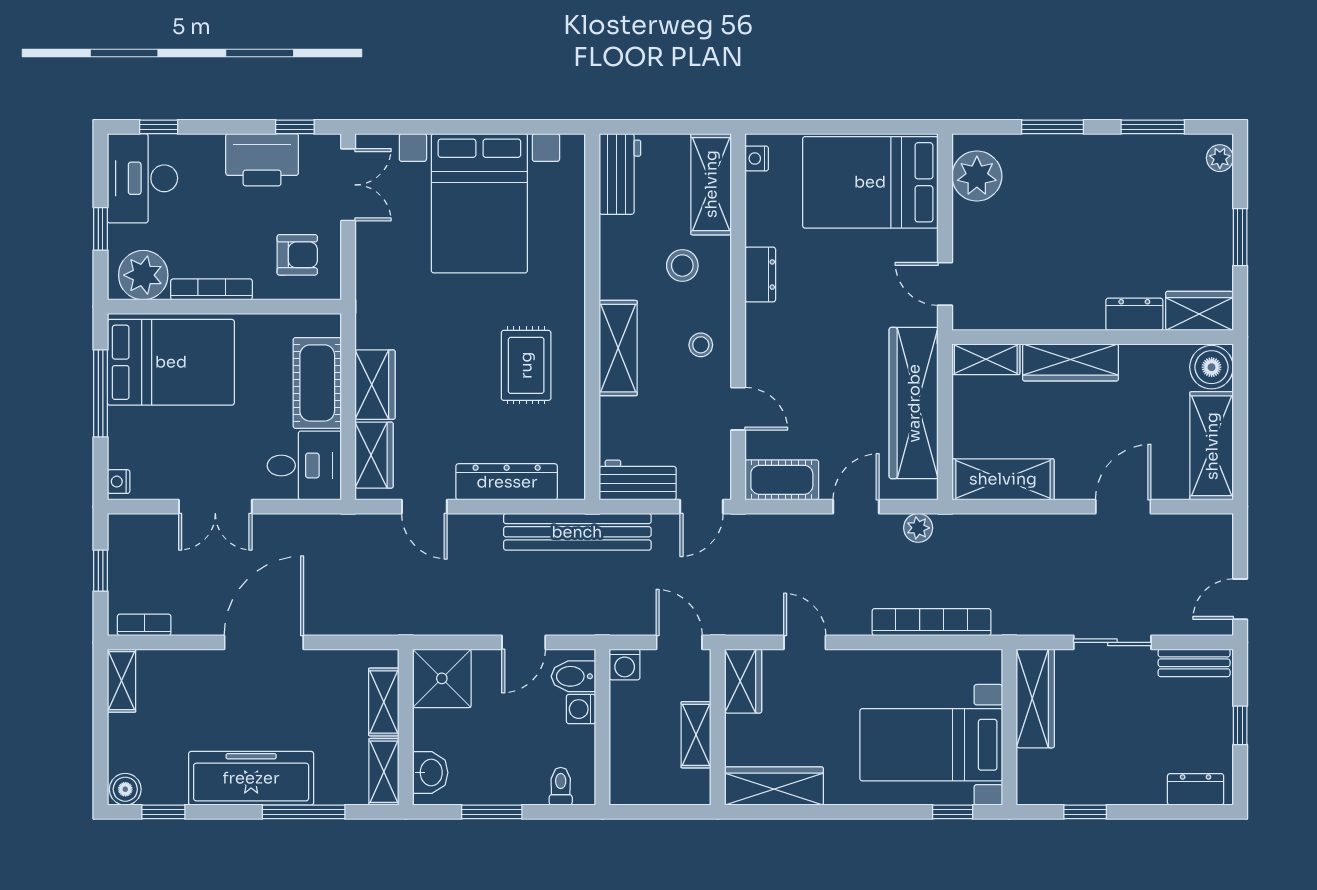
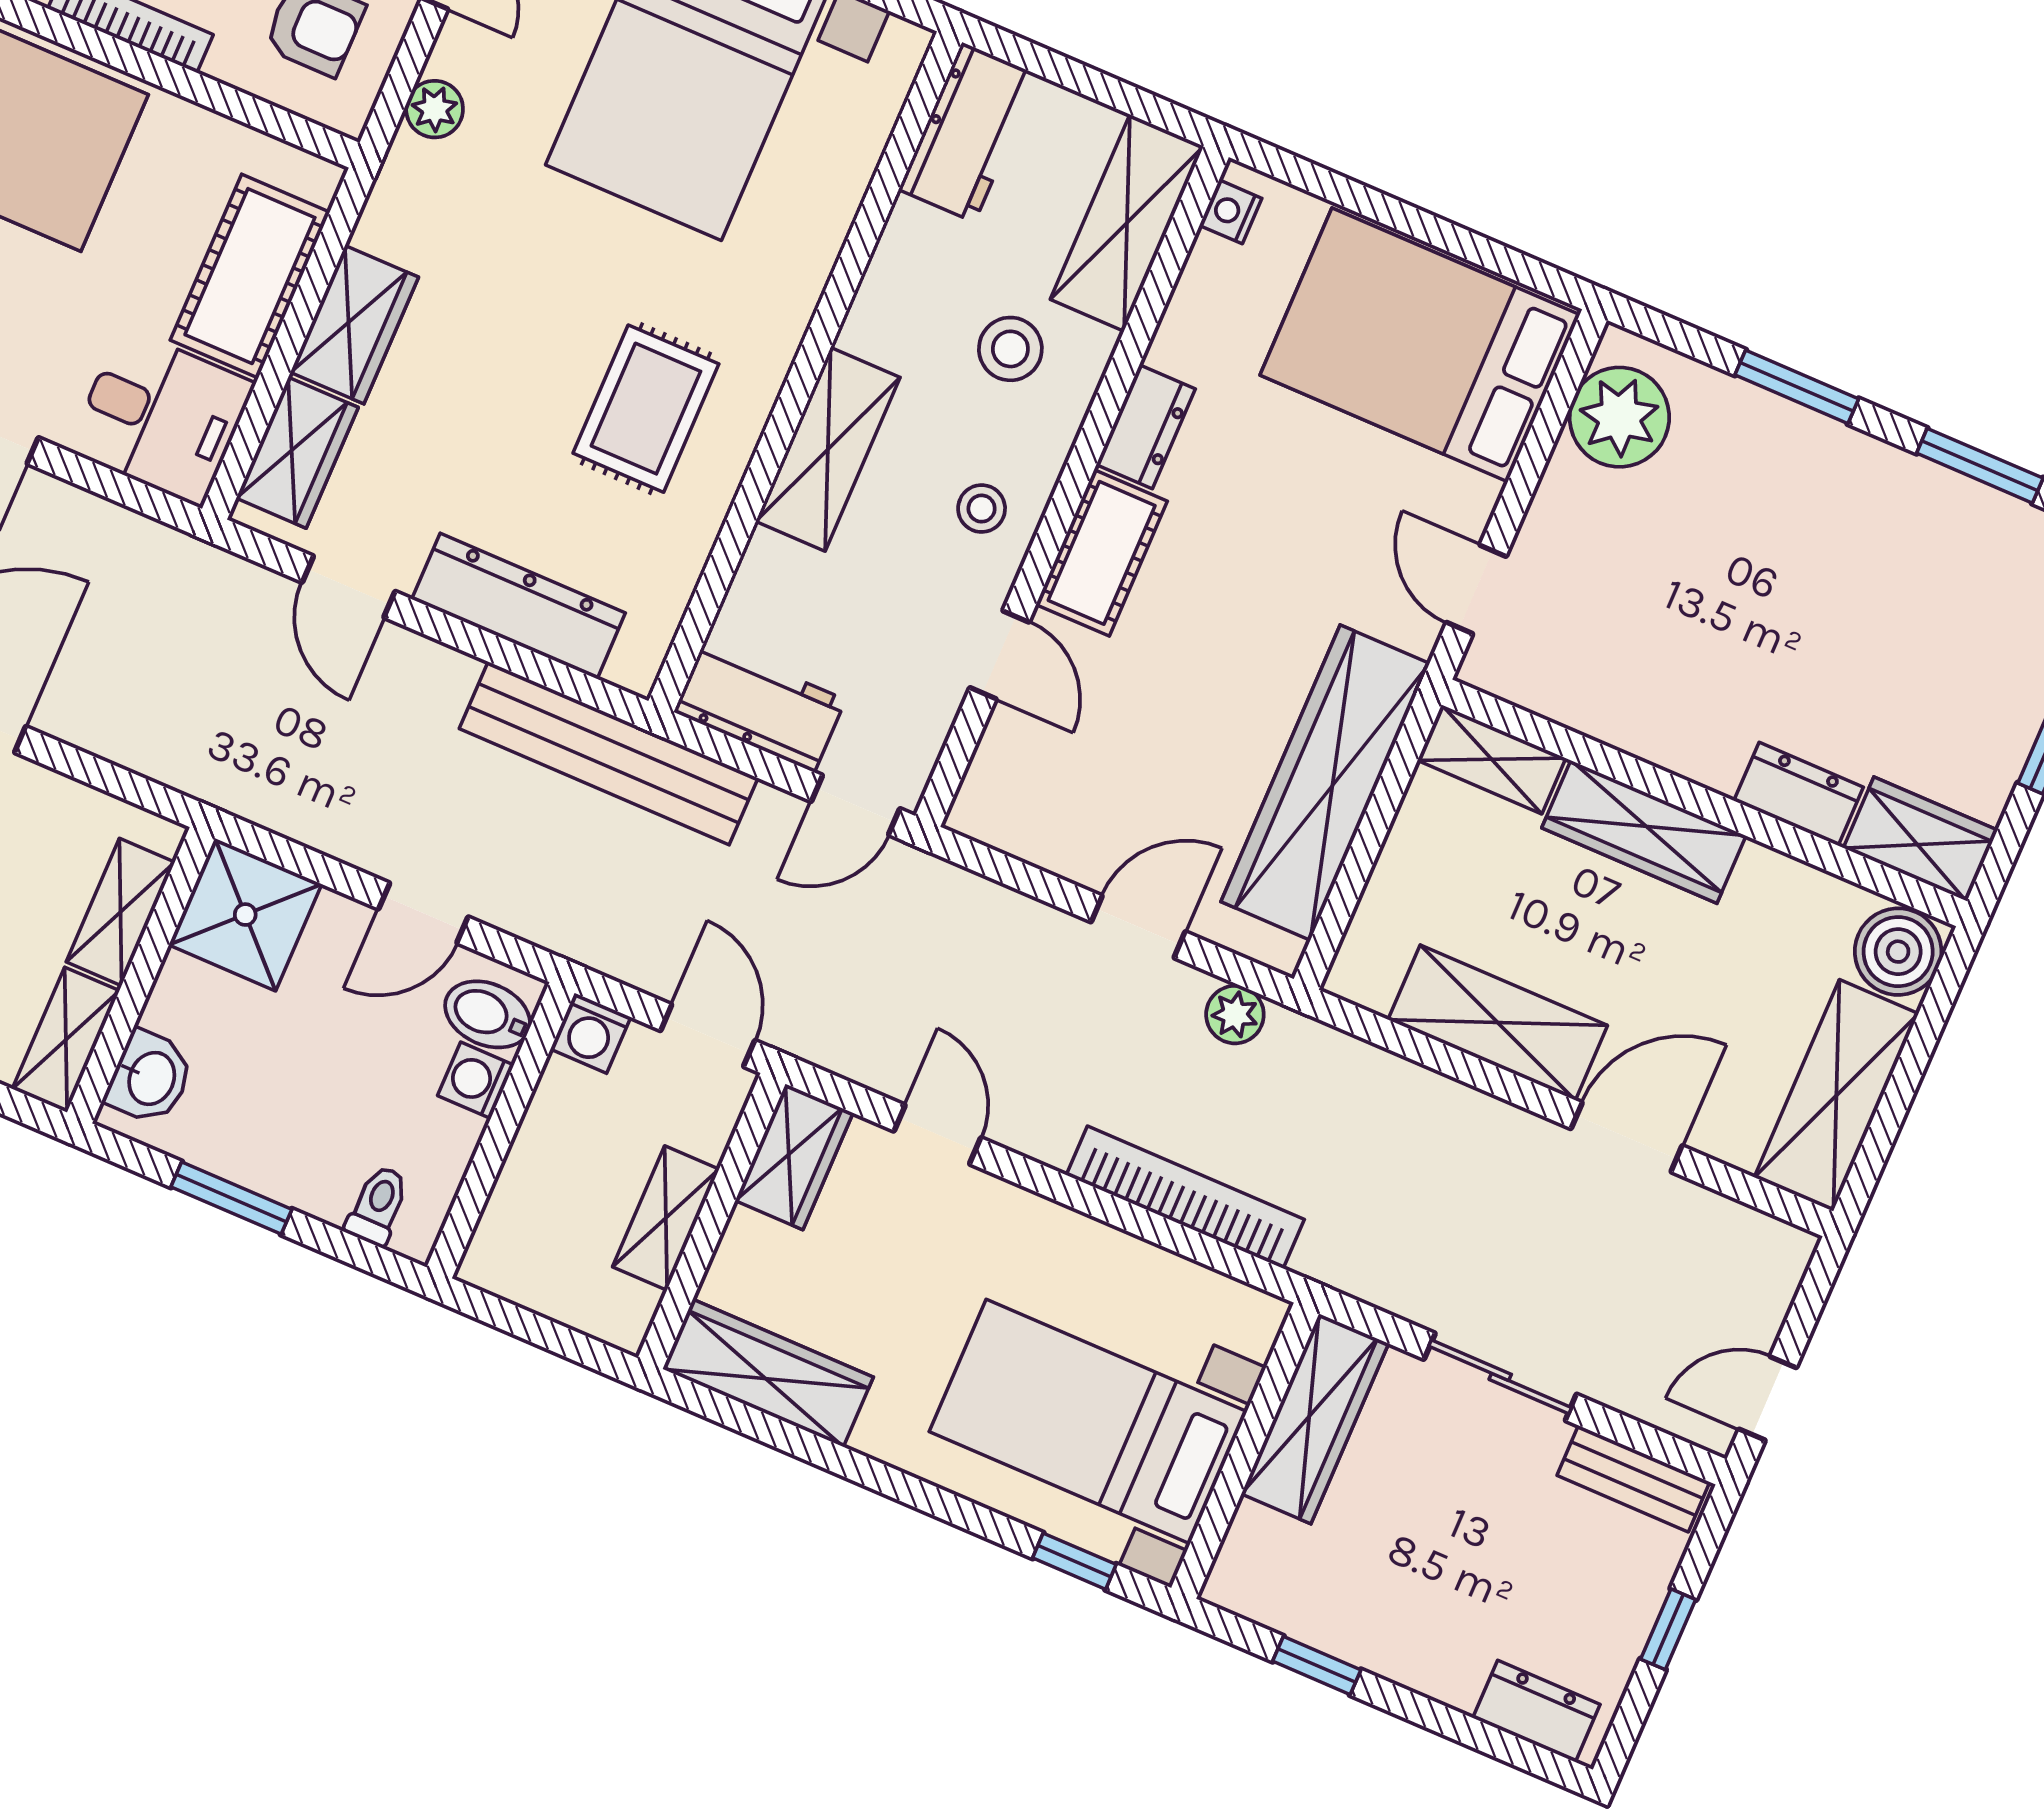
plant: (369, 269) -> (435, 109), added
shelving: (1003, 479) -> (1498, 1023), moved
cot: (782, 480) -> (1102, 553), moved, turned 90

